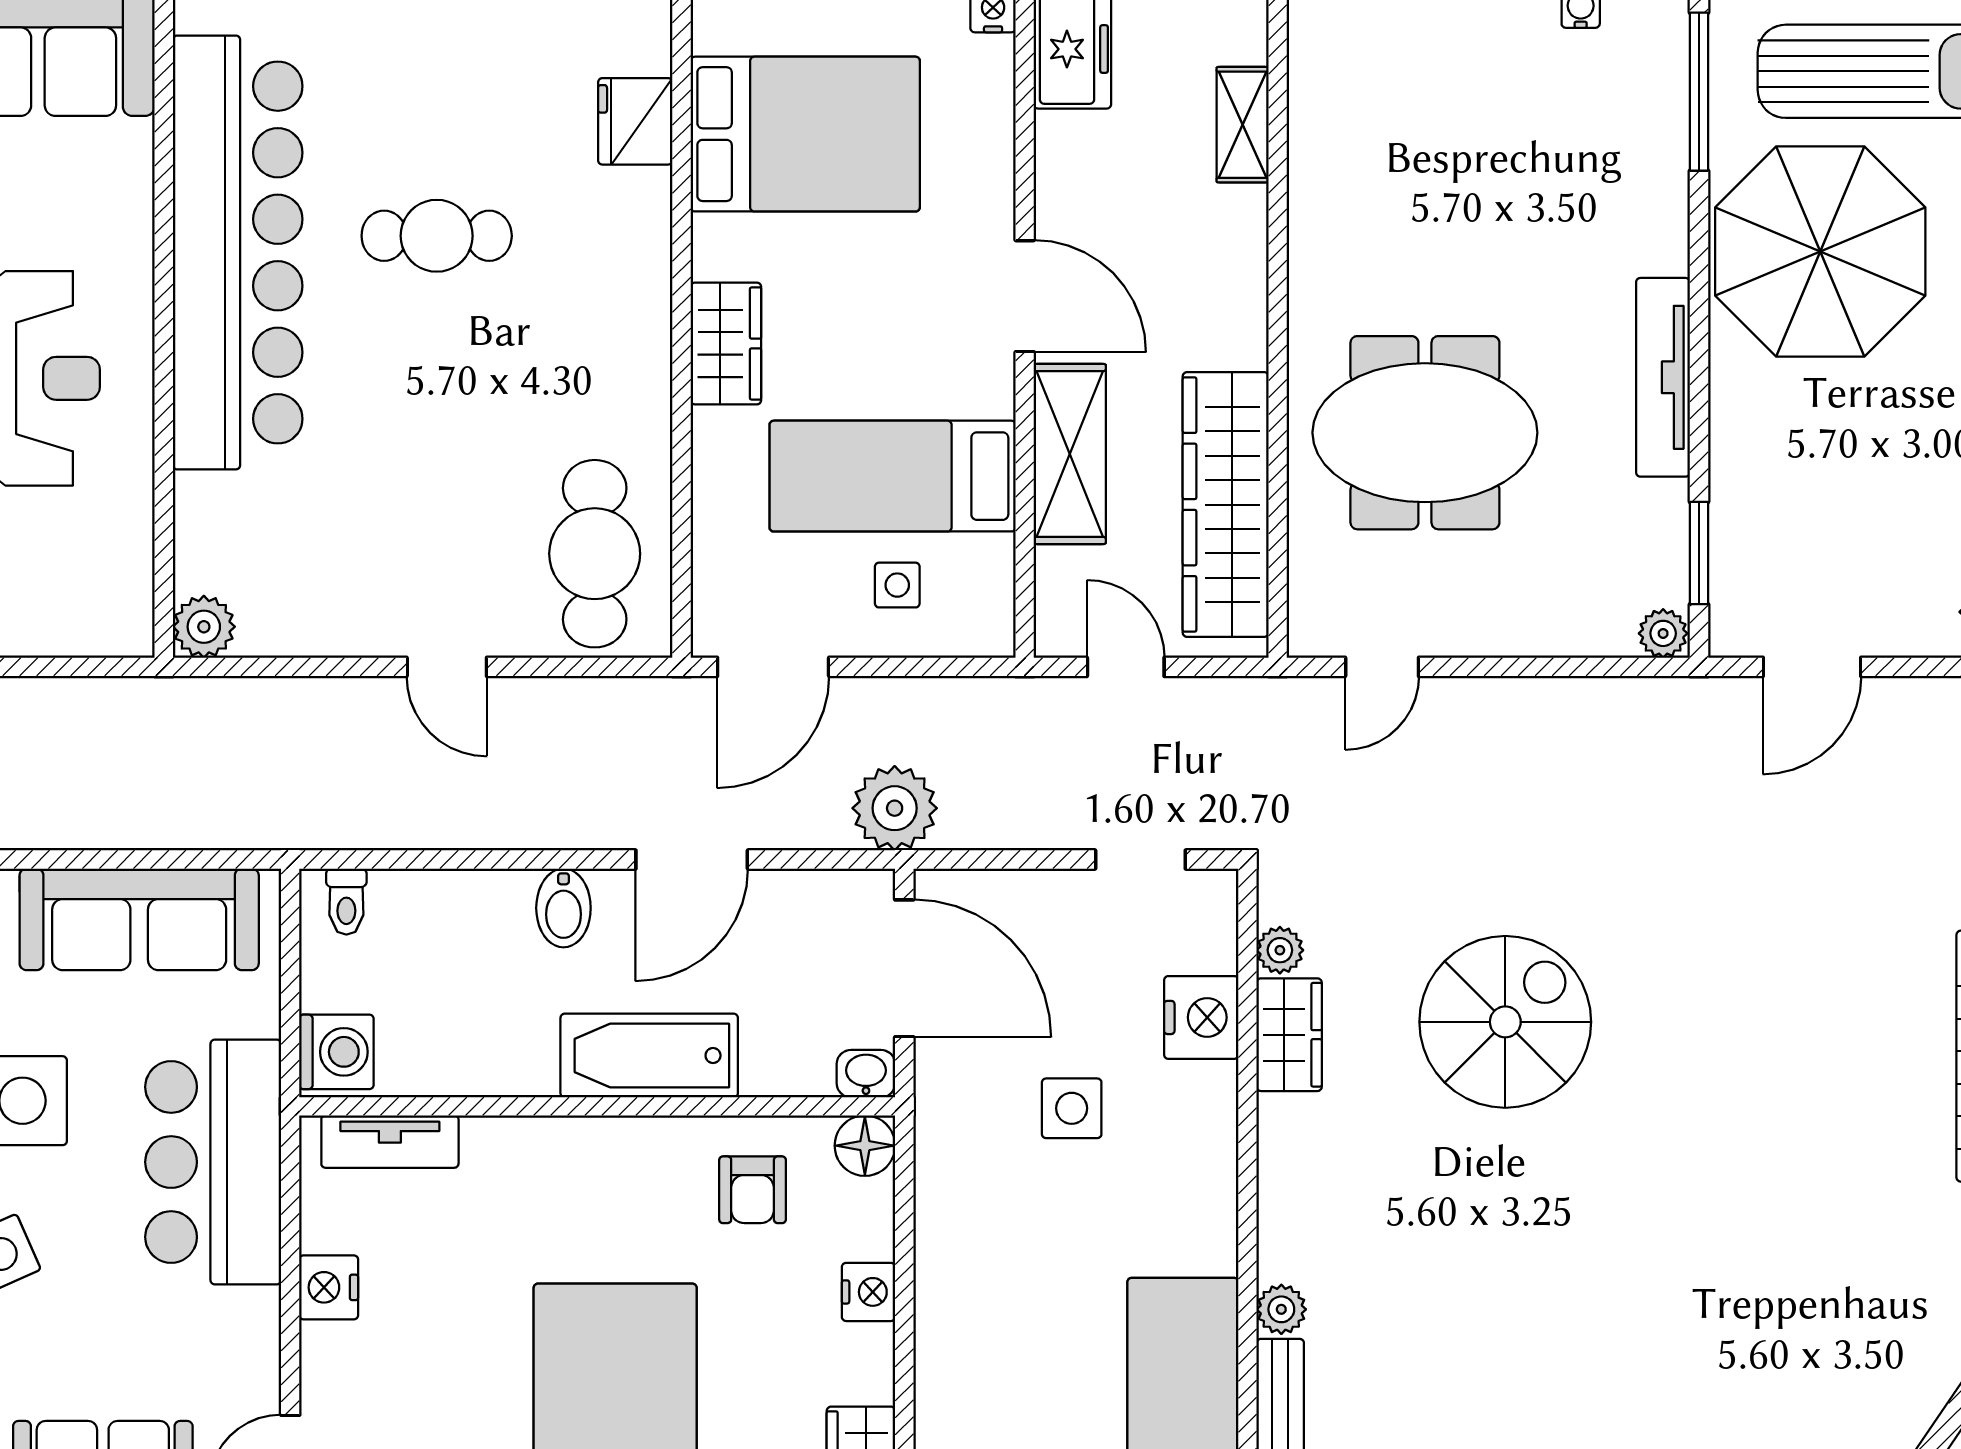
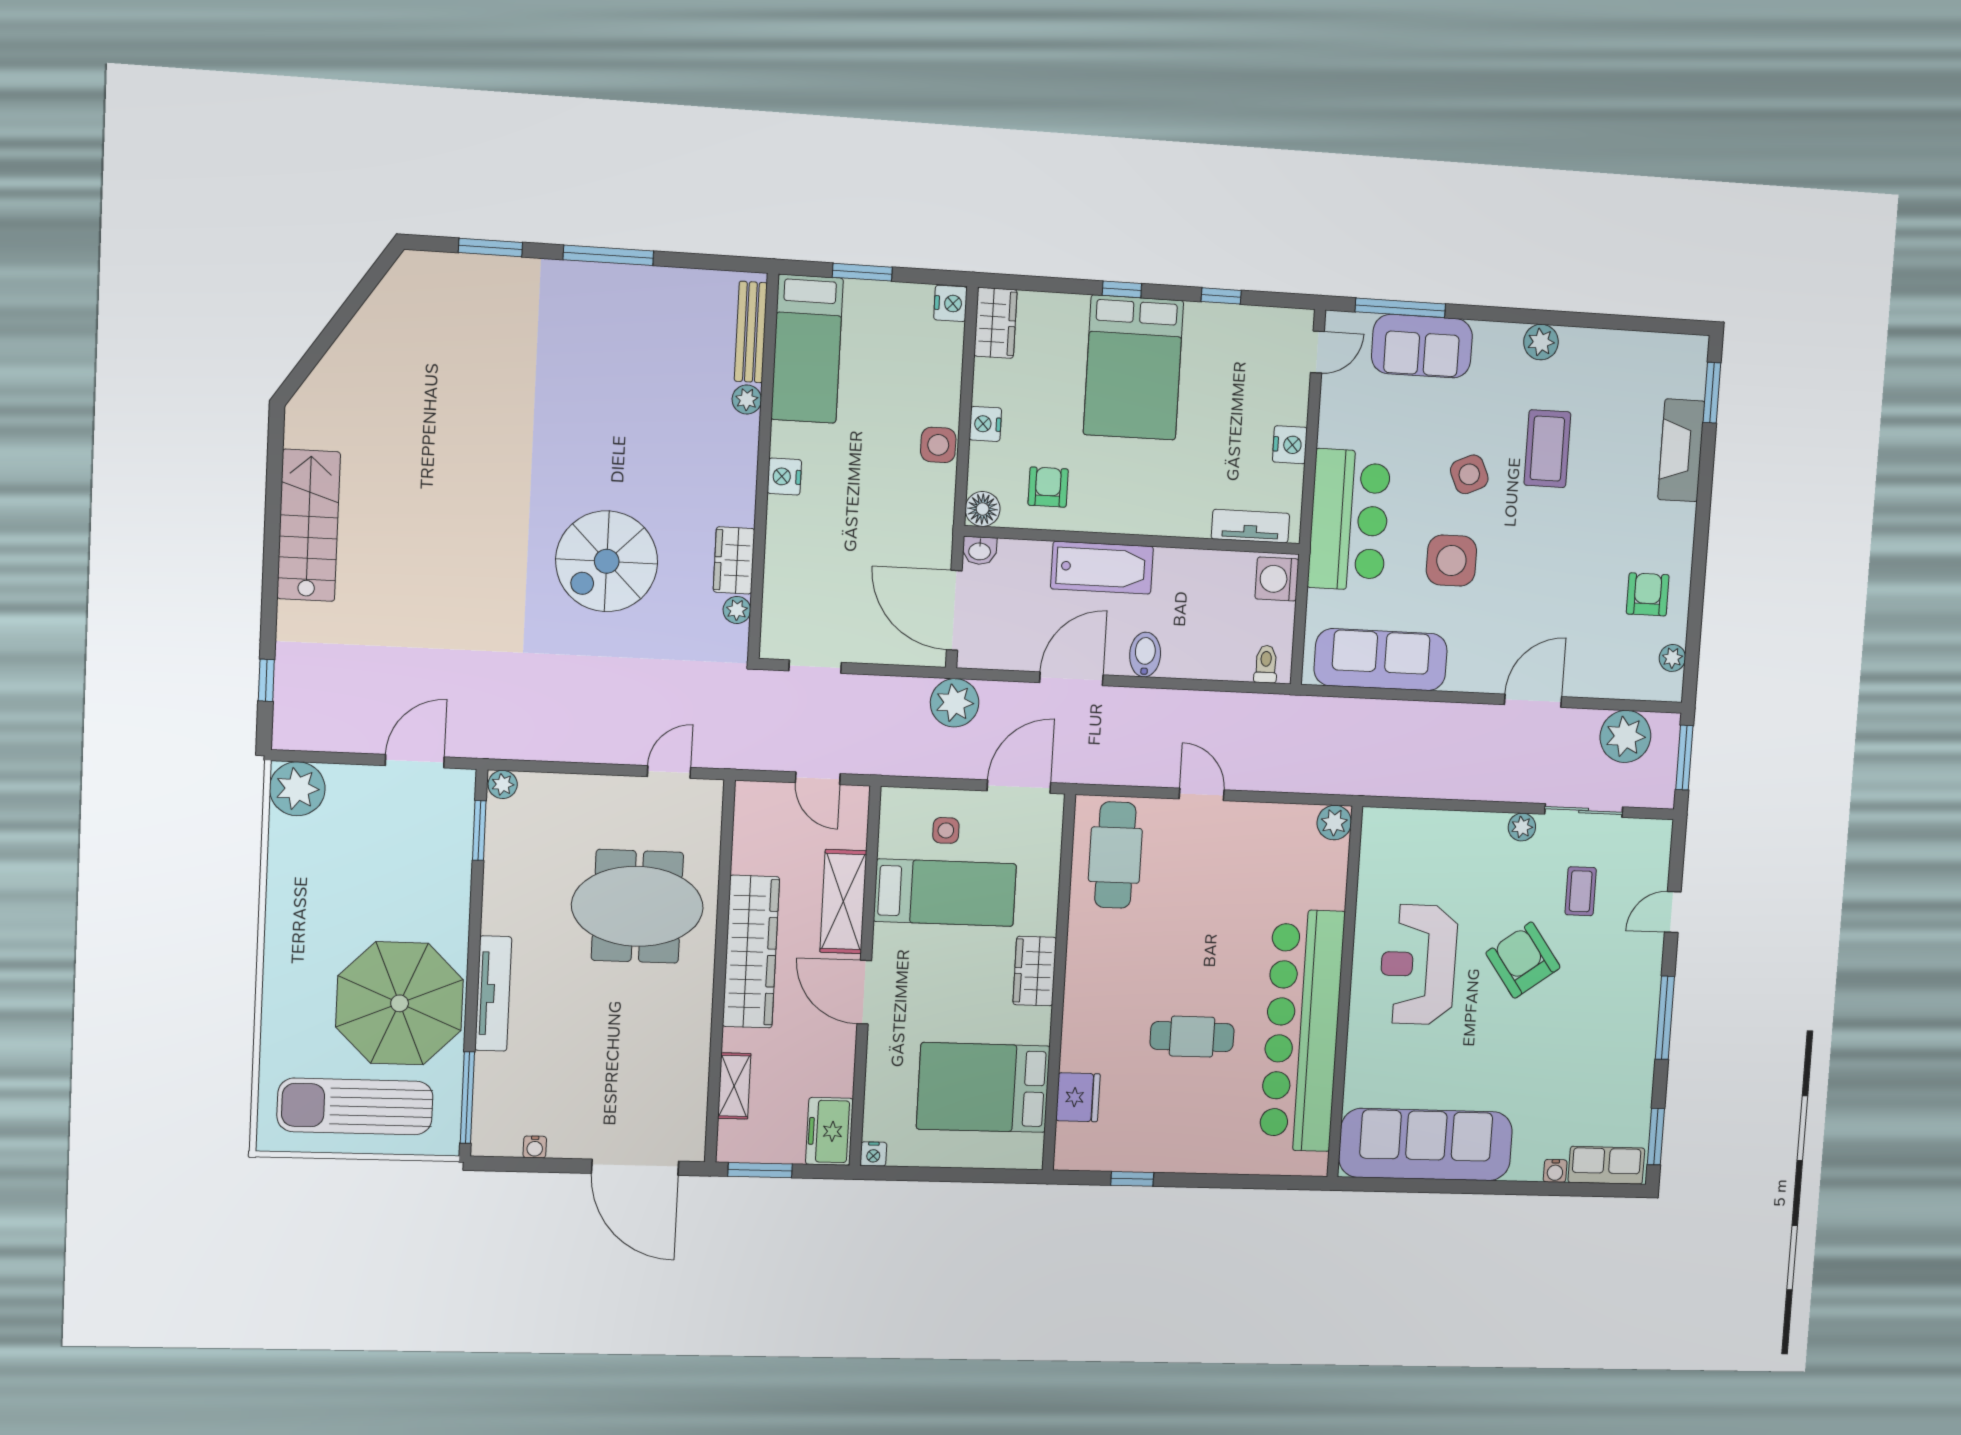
tv unit: (1663, 377) -> (493, 994), moved
wardrobe: (1226, 505) -> (751, 952), moved
nightstand: (1201, 1017) -> (784, 477), moved, width x0.74, depth x0.75
side table: (1072, 1108) -> (938, 445), moved

